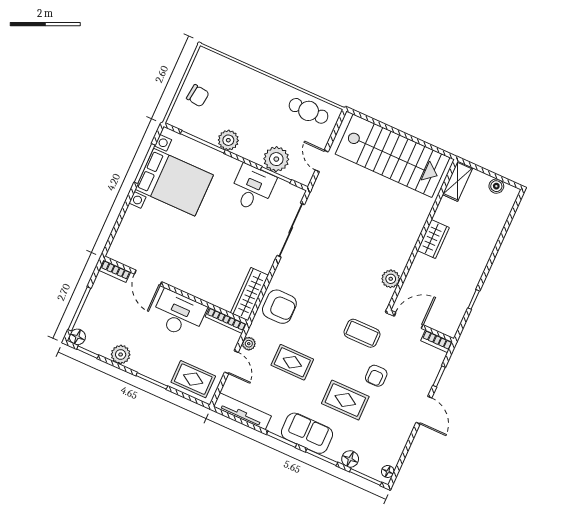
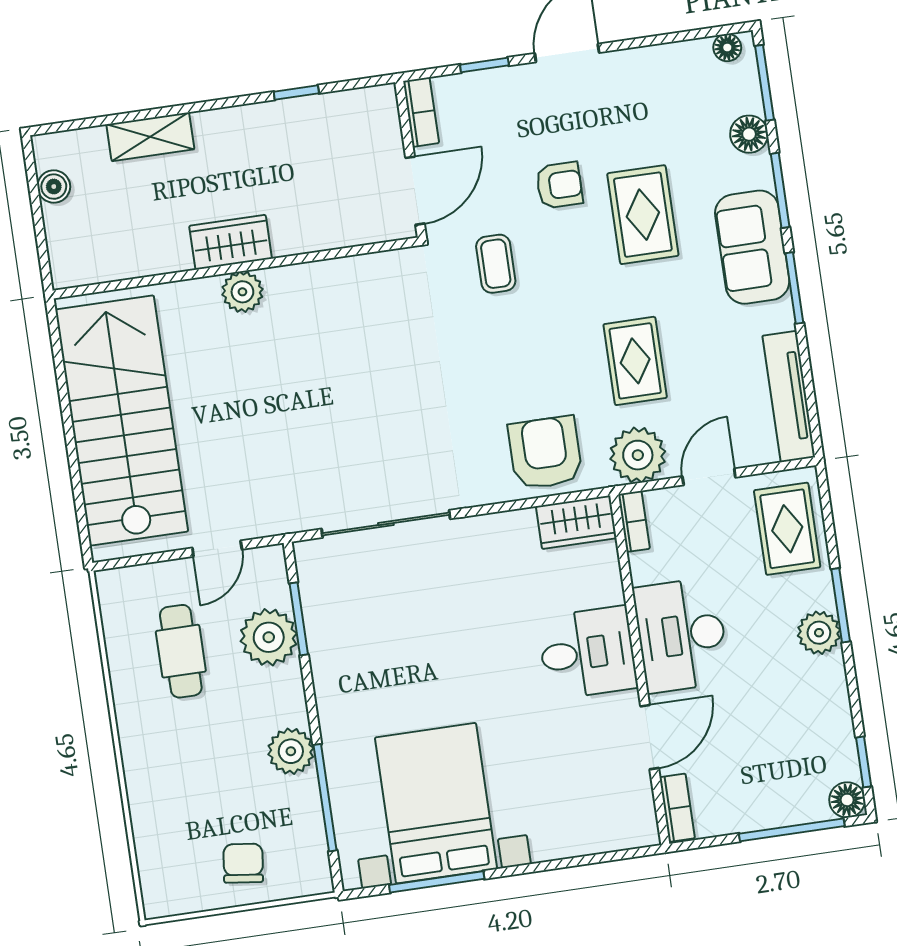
cafe table: (309, 111) -> (181, 651), moved
shelving: (458, 181) -> (150, 137), moved
desk: (252, 188) -> (587, 653), moved, turned 180
plant: (391, 279) -> (242, 292), moved
wardrobe: (249, 294) -> (576, 522), width x0.67
bookcase: (226, 320) -> (634, 521), width x0.64
door: (409, 320) -> (415, 191), swing flipped
coffee table: (362, 333) -> (496, 264), width x0.73, depth x0.77
plant: (249, 344) -> (638, 455), width x1.87, depth x1.87
plant: (121, 354) -> (819, 633), moved

